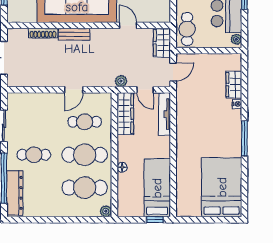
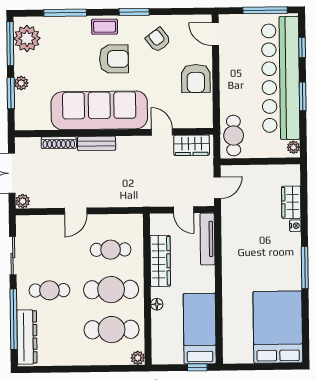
wardrobe: (162, 43) -> (192, 145), moved, turned -90
plant: (121, 81) -> (23, 201), moved
door: (74, 90) -> (76, 211), moved
wardrobe: (125, 114) -> (160, 261), moved

